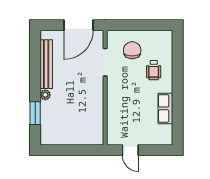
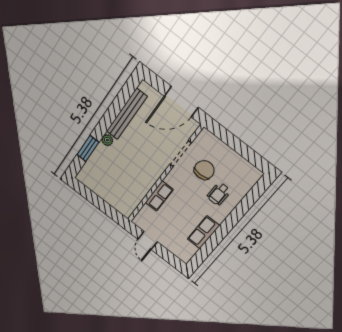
chair: (132, 50) -> (204, 170), moved
row of seats: (113, 107) -> (159, 196), added

